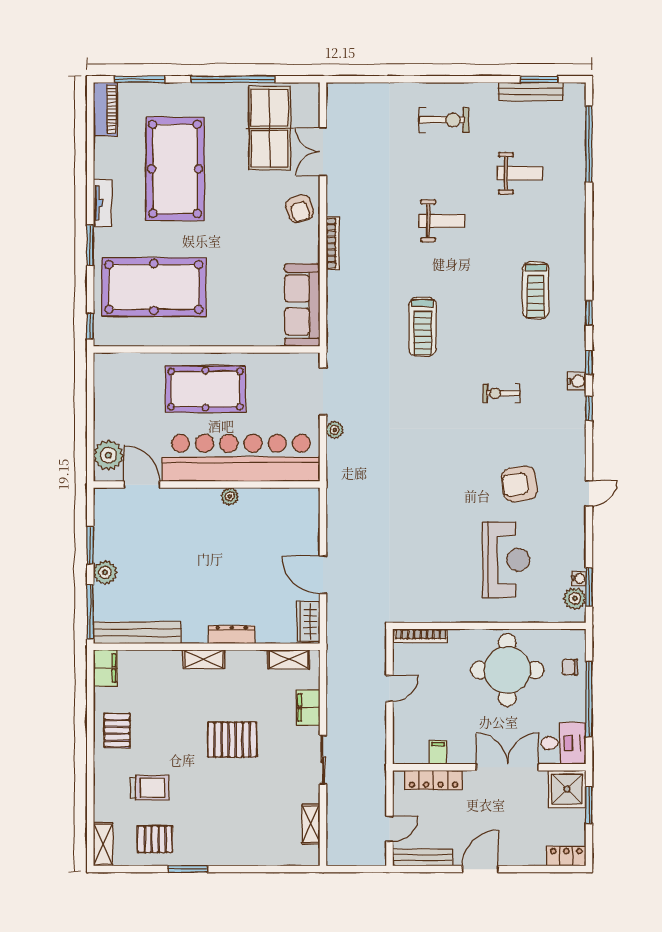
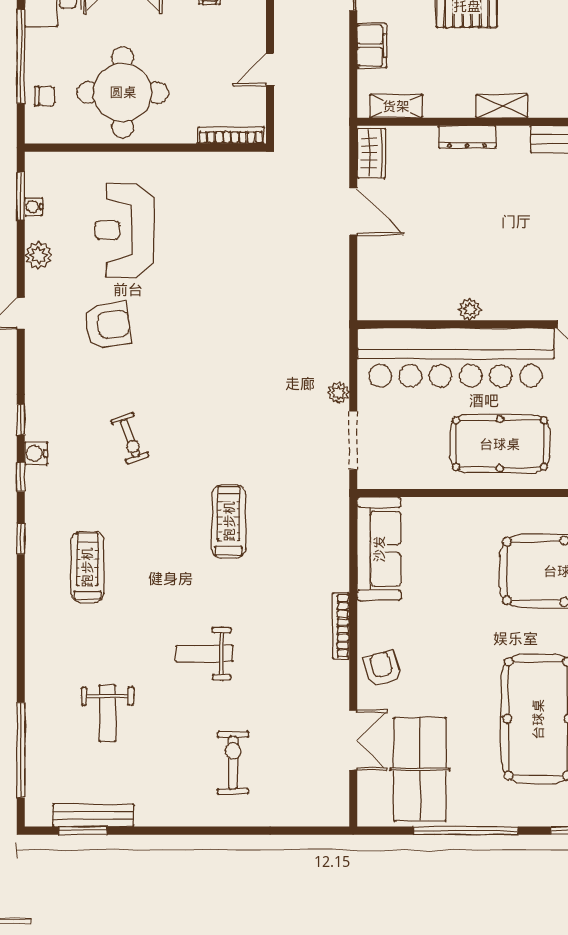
exercise bike: (444, 120) -> (233, 763), moved, turned 90
weight bench: (520, 173) -> (107, 713), turned -90
exercise bike: (502, 393) -> (130, 438), turned 70
plant: (575, 598) -> (38, 255), moved

